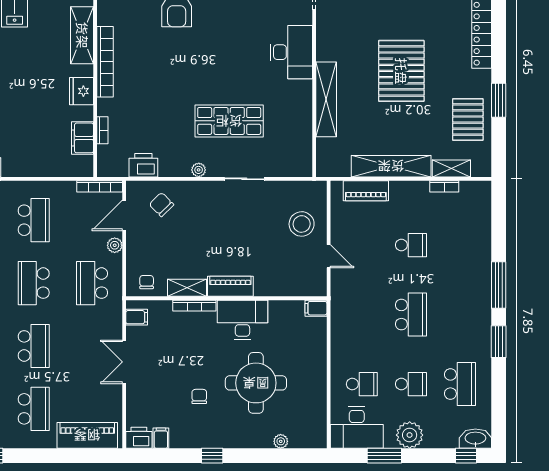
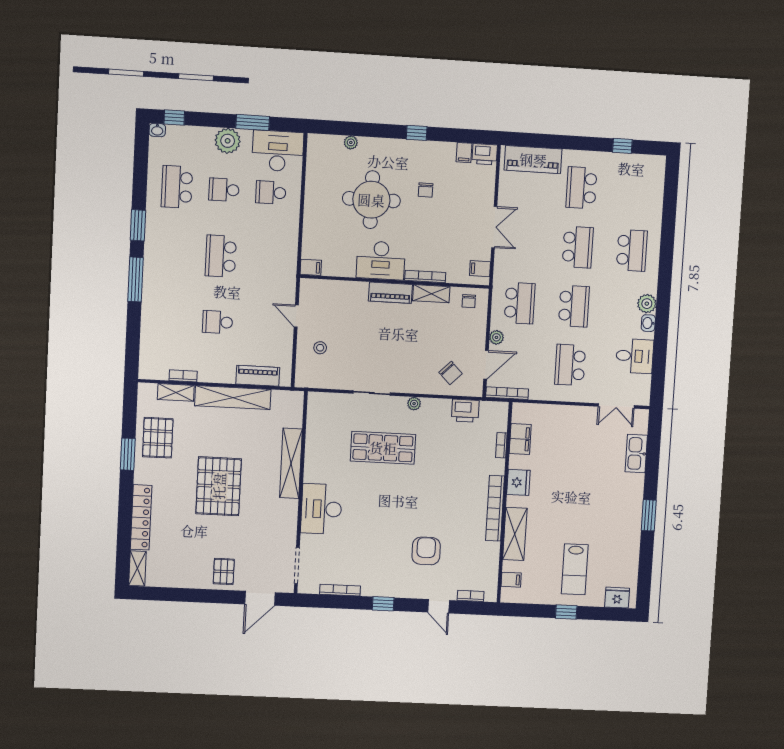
stool: (302, 224) -> (320, 348), width x0.53, depth x0.53
school desk: (34, 346) -> (578, 247), turned 180
washbasin: (475, 439) -> (157, 130), width x0.52, depth x0.69

